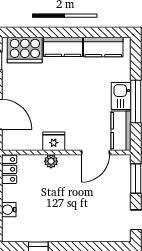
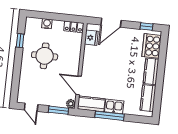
fridge: (54, 141) -> (91, 38), moved
plant: (51, 161) -> (71, 104), moved
round table: (57, 208) -> (45, 56), added

